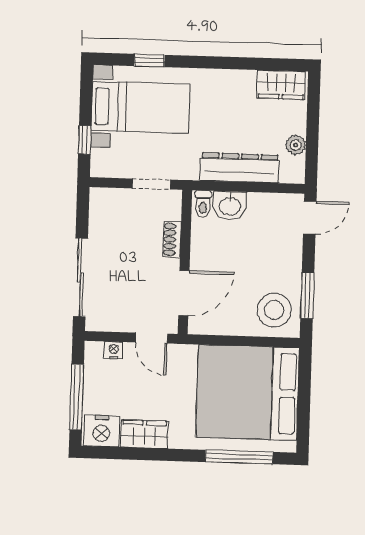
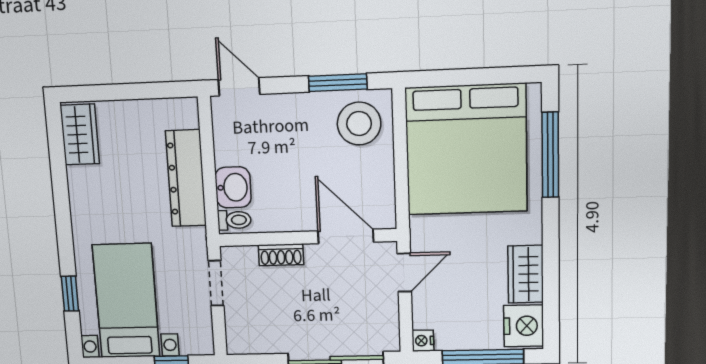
plant: (296, 145) -> (151, 111), removed
nightstand: (114, 350) -> (423, 341), moved

